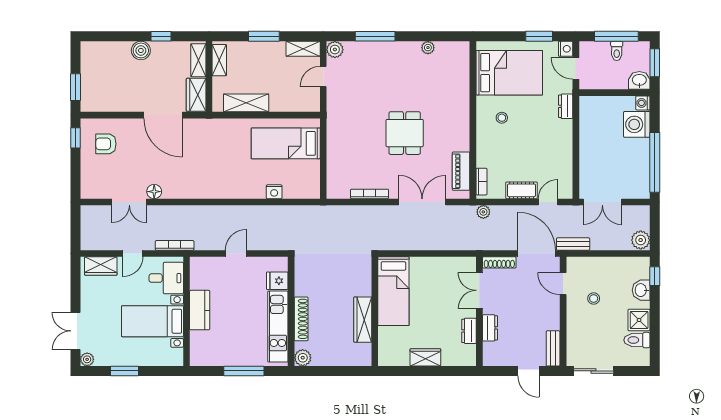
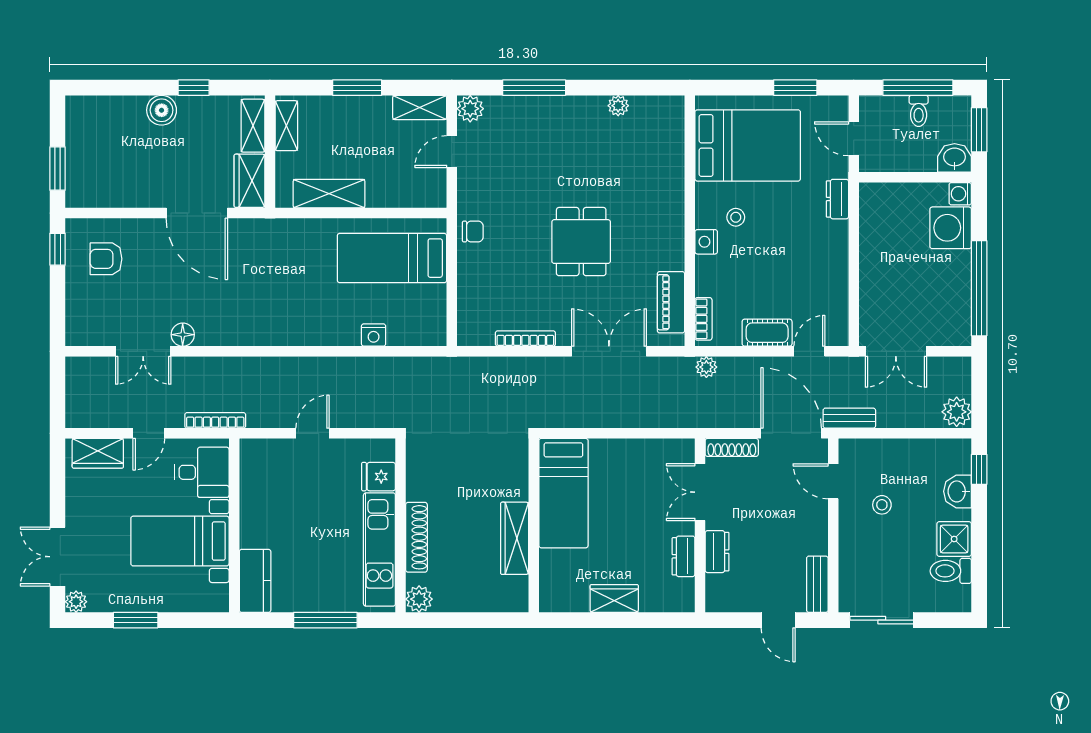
nightstand: (566, 49) -> (706, 242), moved, turned 180
chair: (337, 127) -> (473, 232), added
kitchen counter: (200, 310) -> (255, 581), moved

